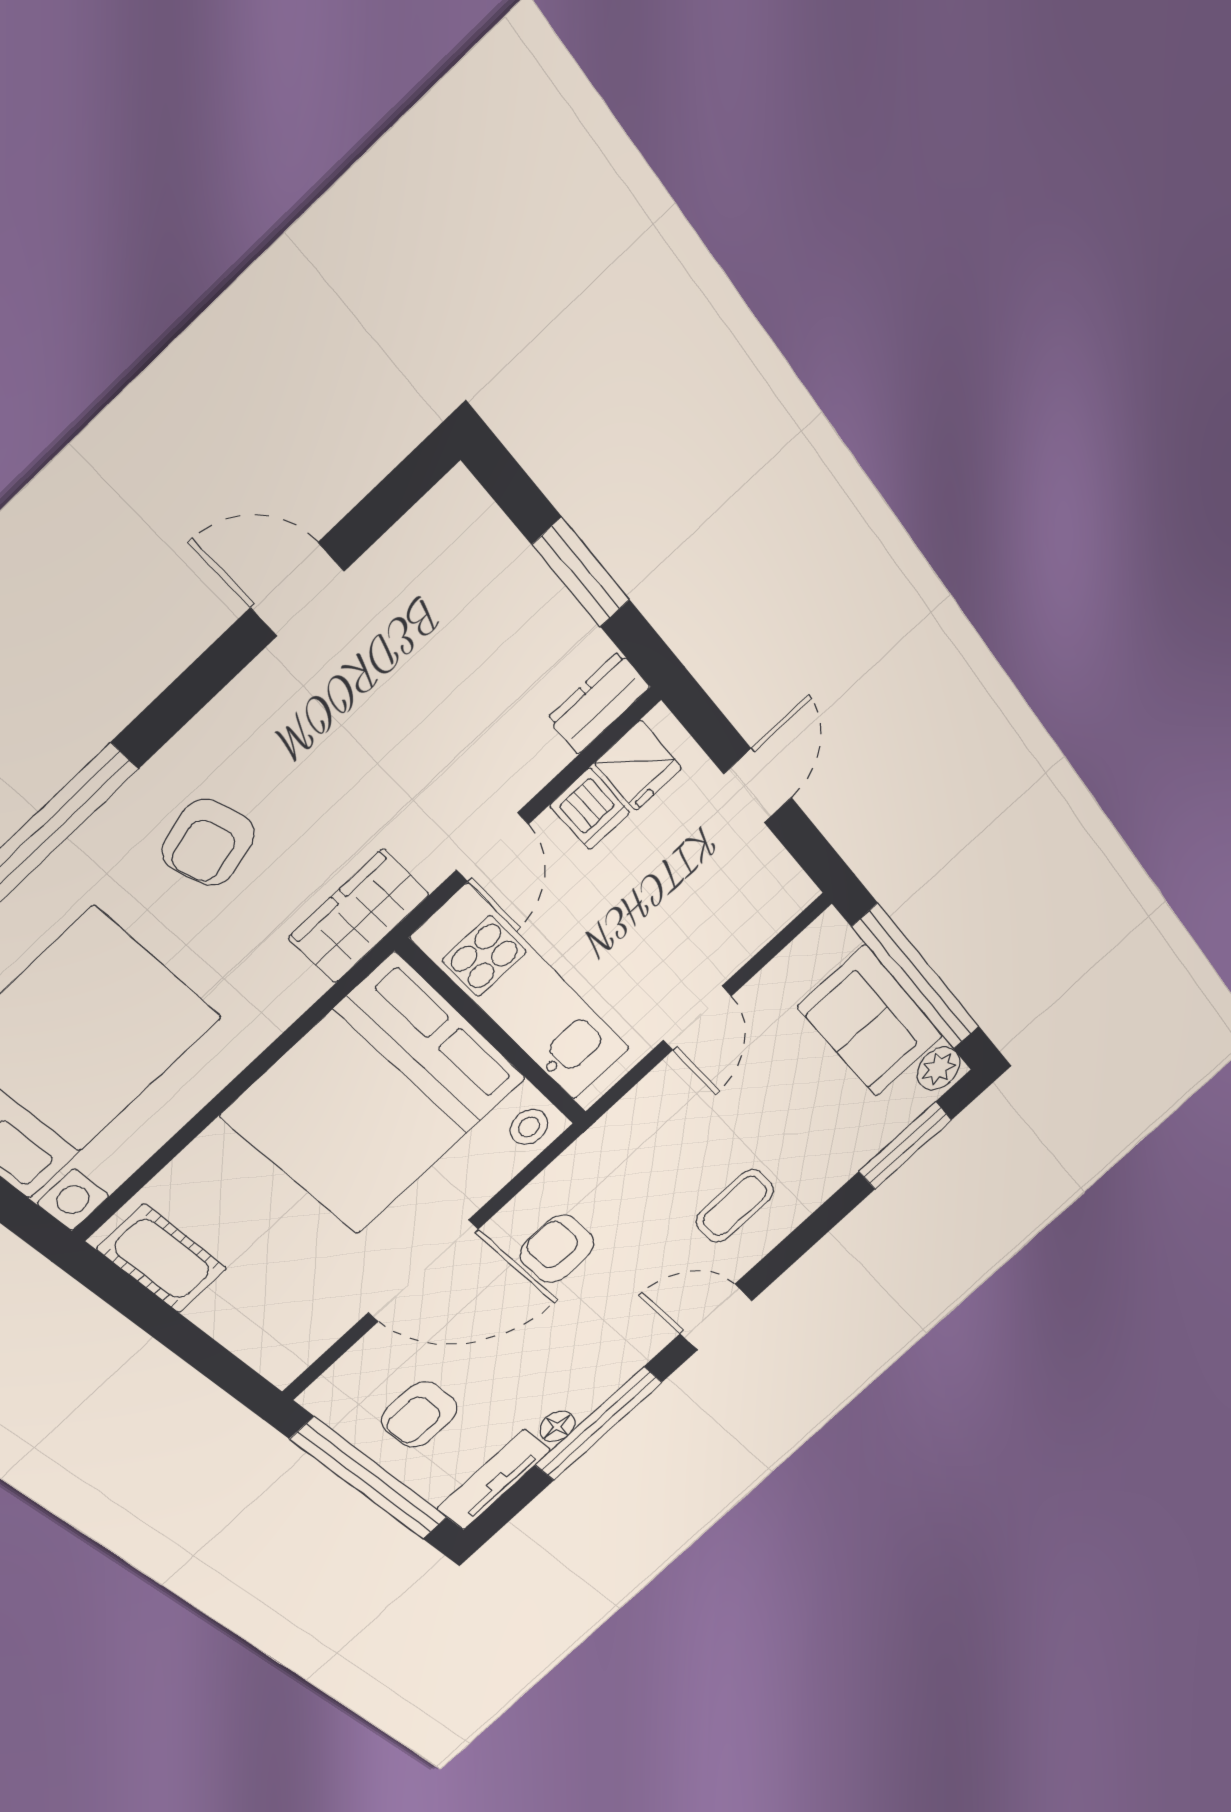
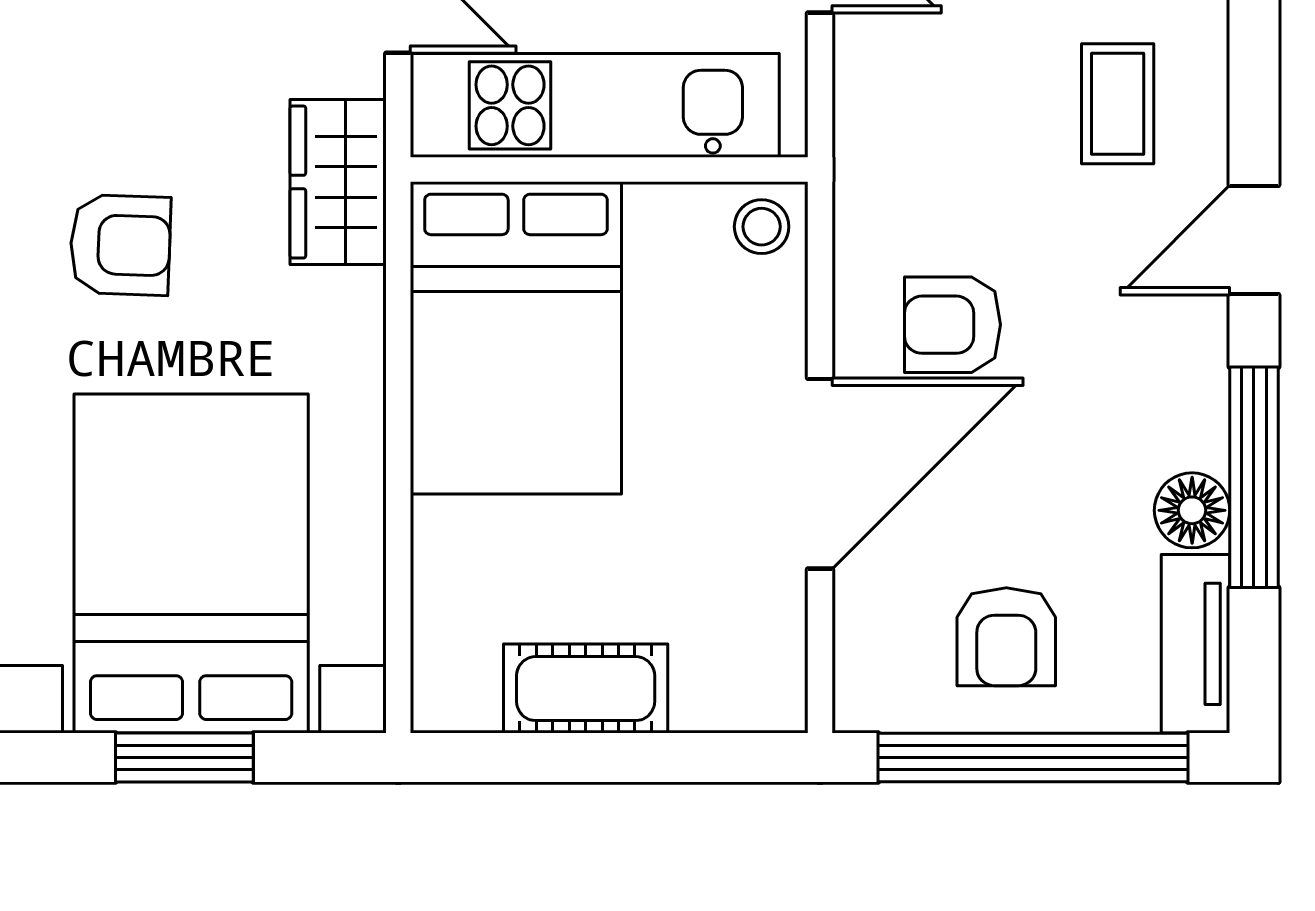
armchair: (208, 843) -> (120, 245), turned -73
bed: (375, 1097) -> (516, 338), width x0.73
cot: (162, 1259) -> (586, 689), moved
floor lamp: (557, 1426) -> (1192, 510), width x1.37, depth x1.37

